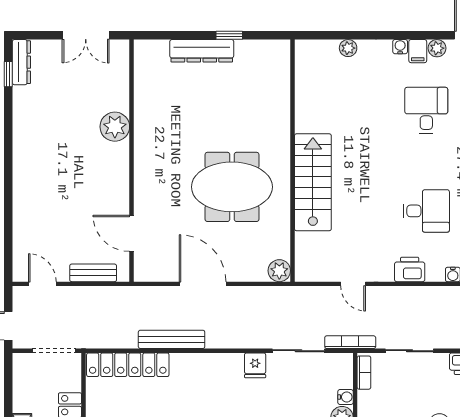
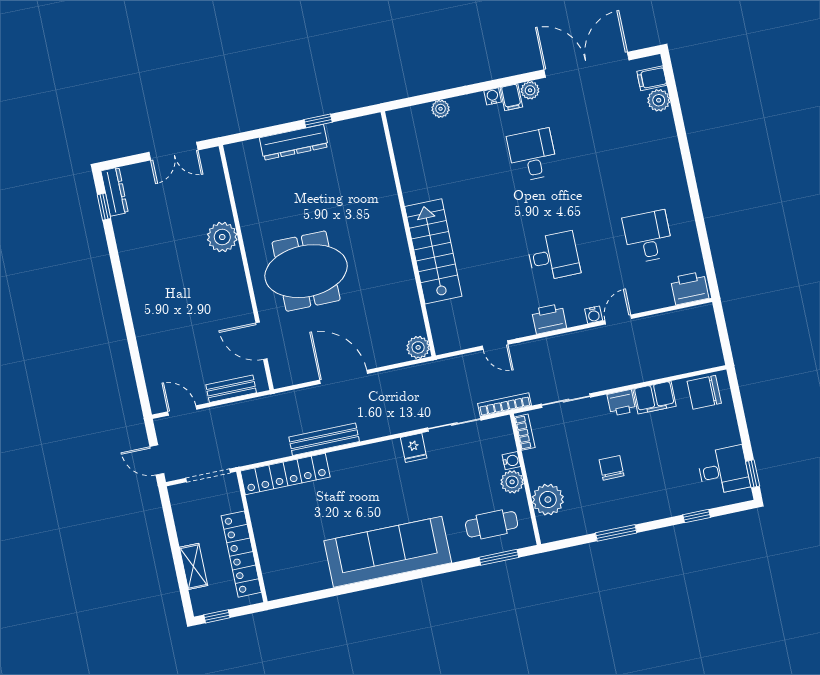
meeting table: (232, 187) -> (306, 271), moved

